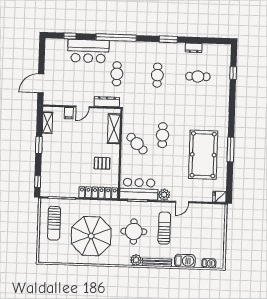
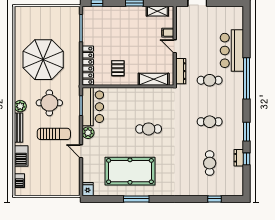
window: (70, 36) -> (247, 159), moved
cafe table: (137, 144) -> (139, 103), removed
sun lounger: (54, 223) -> (55, 21), removed

